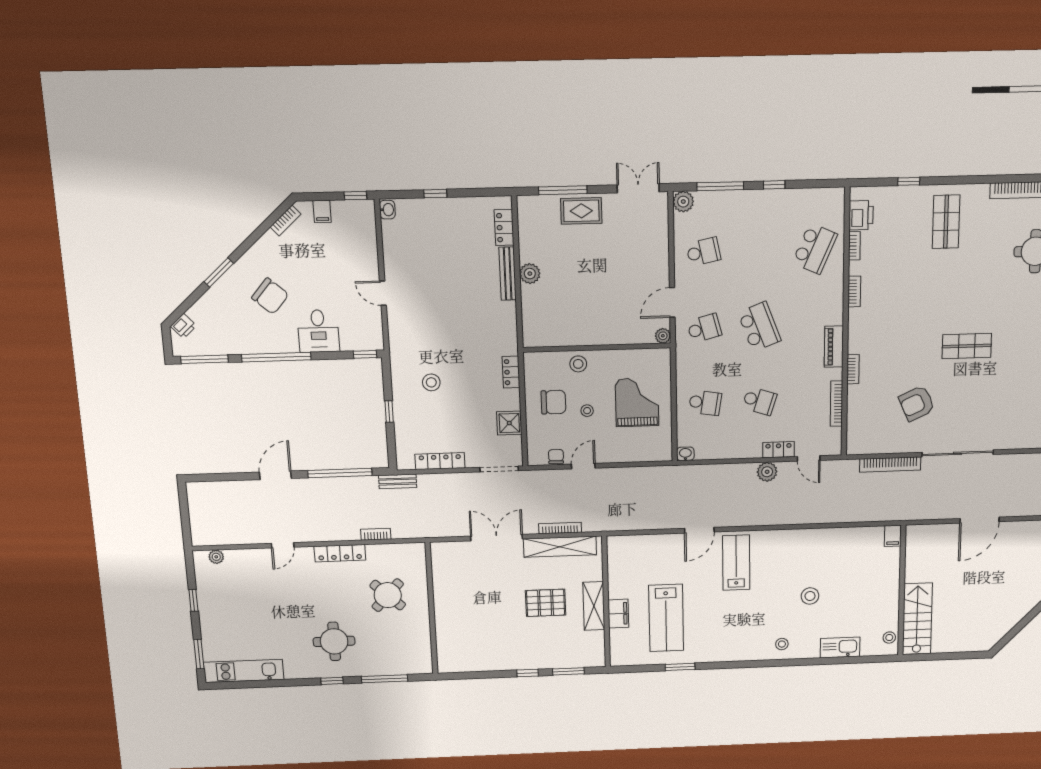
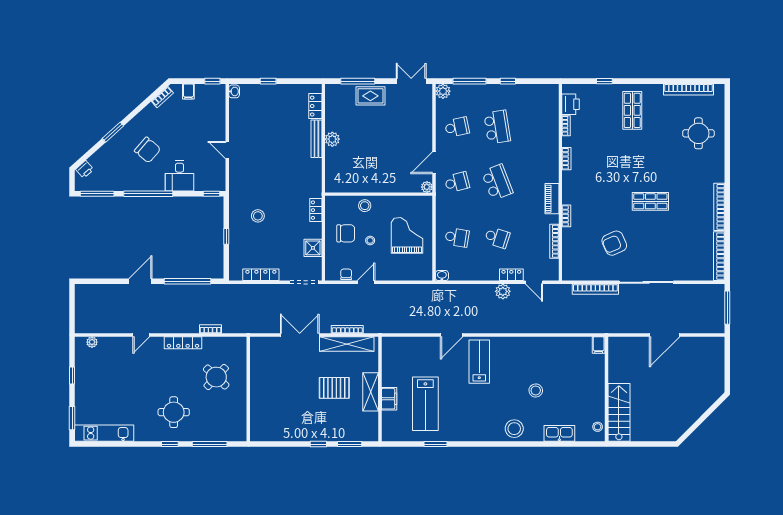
school desk: (815, 249) -> (497, 127), moved, turned -33
bench: (398, 481) -> (229, 289), removed
stool: (782, 644) -> (514, 429), width x1.89, depth x1.89

